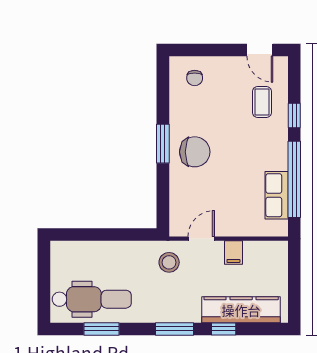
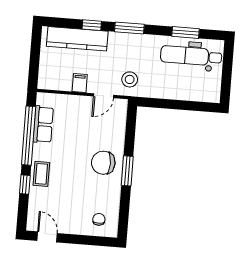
coffee table: (262, 102) -> (41, 174), moved

